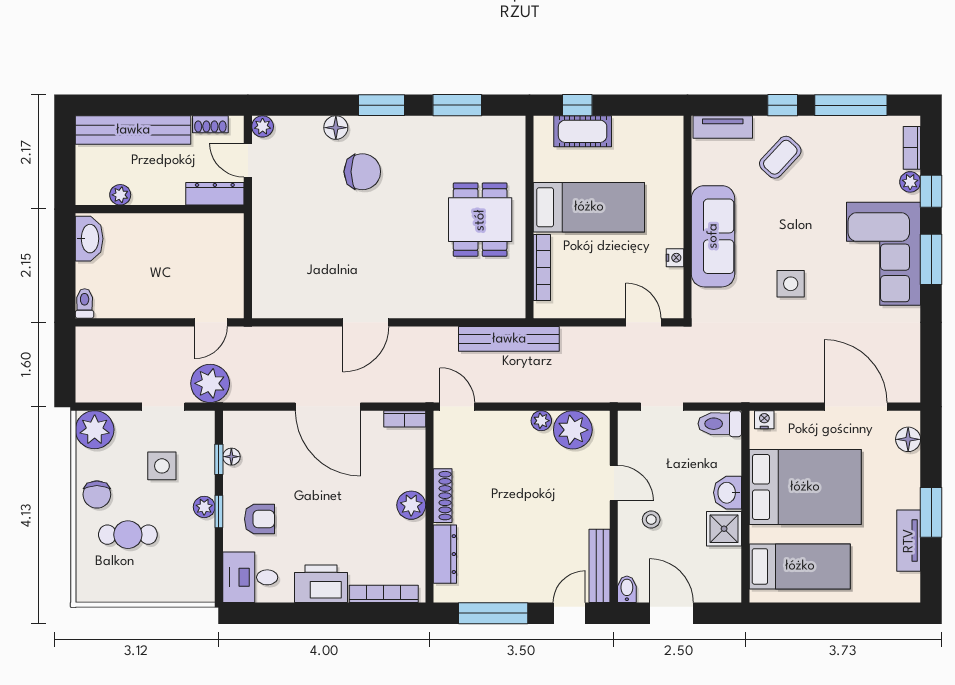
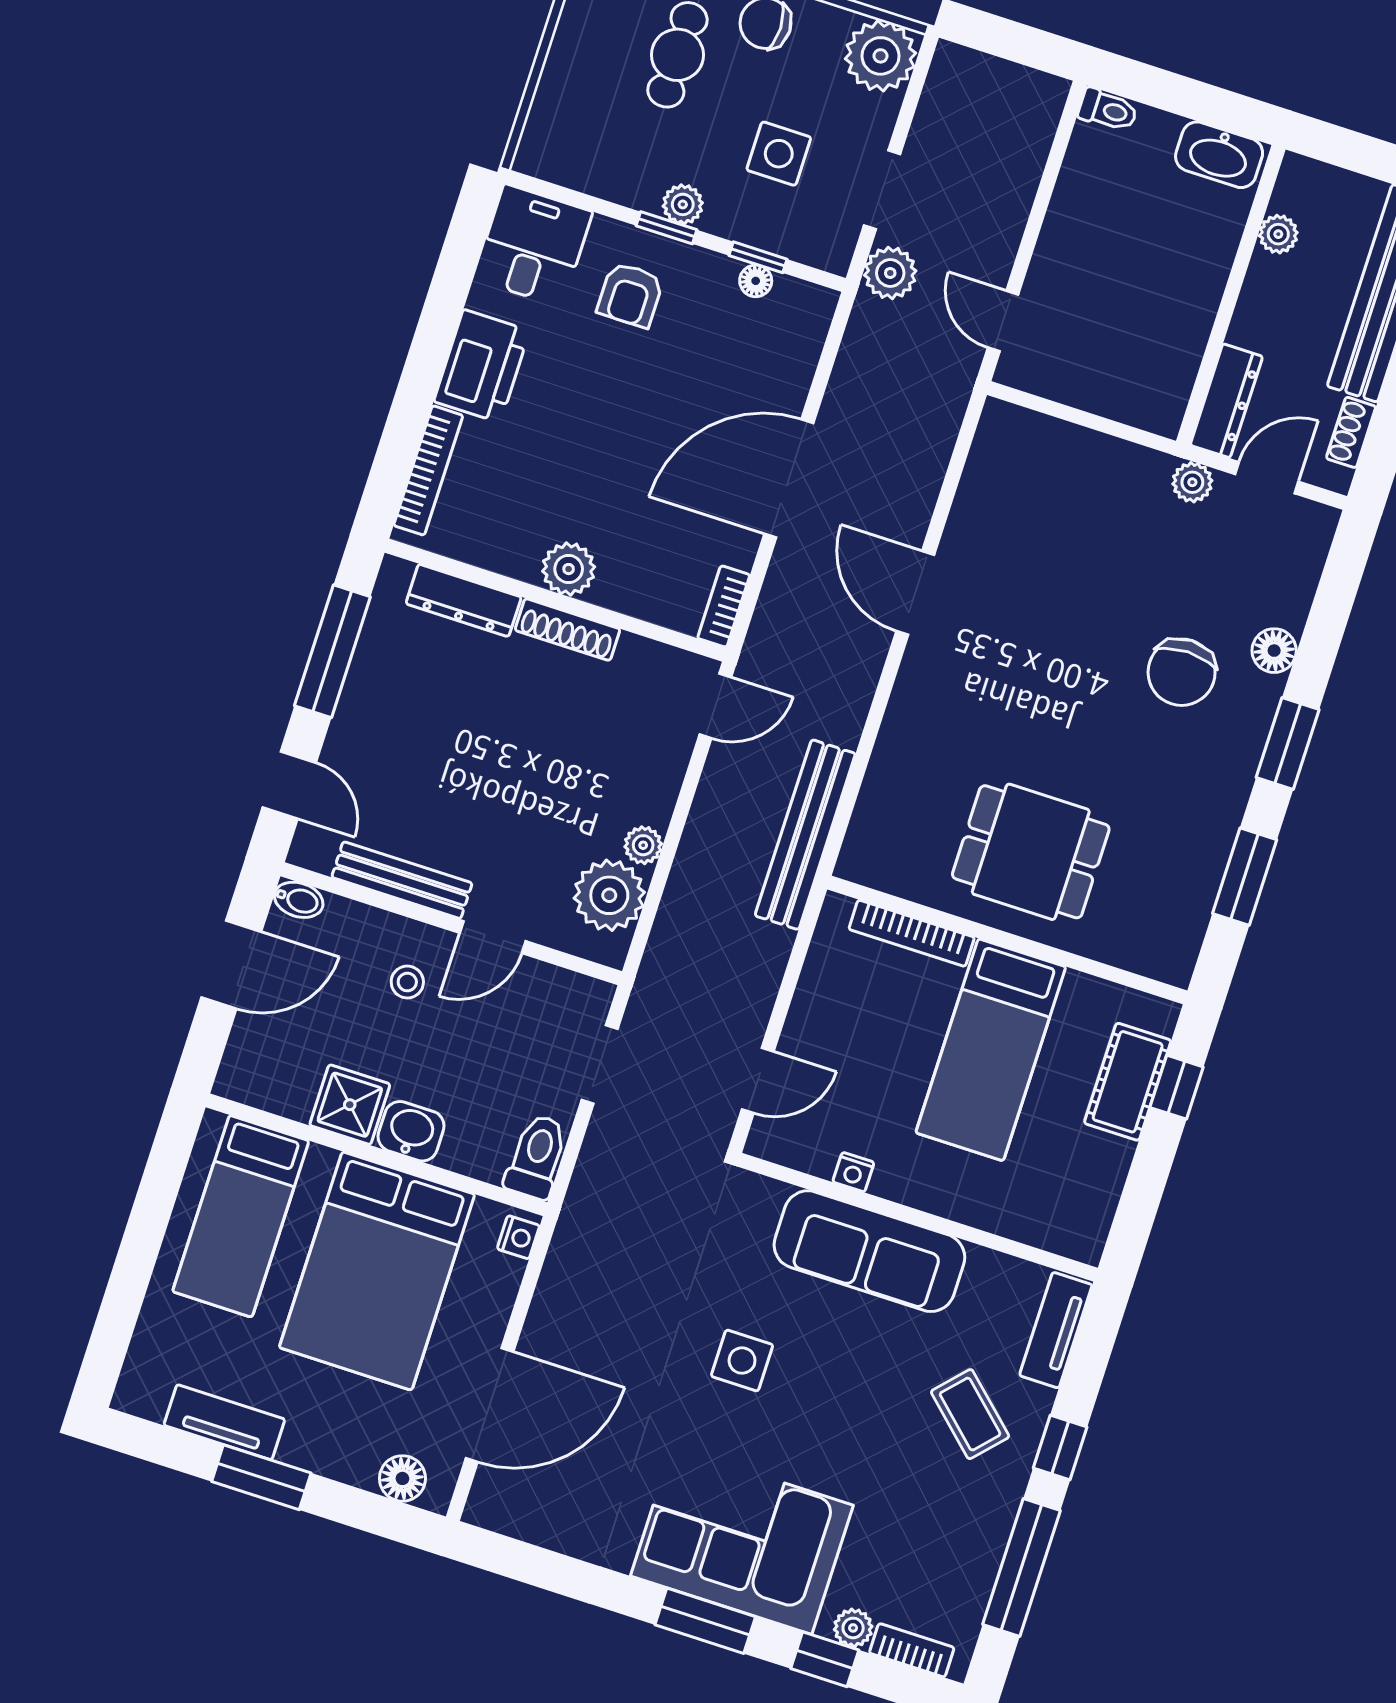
plant: (263, 126) -> (1192, 482), moved
plant: (210, 383) -> (890, 273), width x0.73, depth x0.73
bench: (600, 566) -> (402, 880), moved

